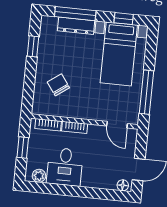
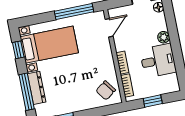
chair: (58, 85) -> (106, 90), moved
plant: (39, 176) -> (164, 37), moved

